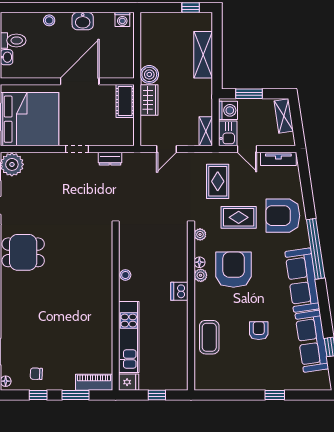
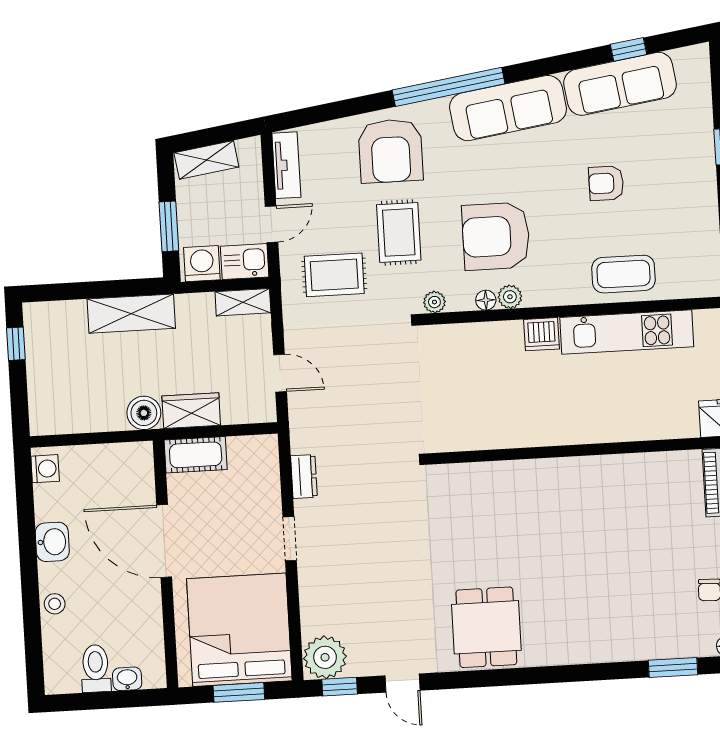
shelving: (203, 55) -> (131, 314), moved
stool: (125, 275) -> (517, 436), removed
kitchen unit: (129, 337) -> (627, 332), moved, turned 180

